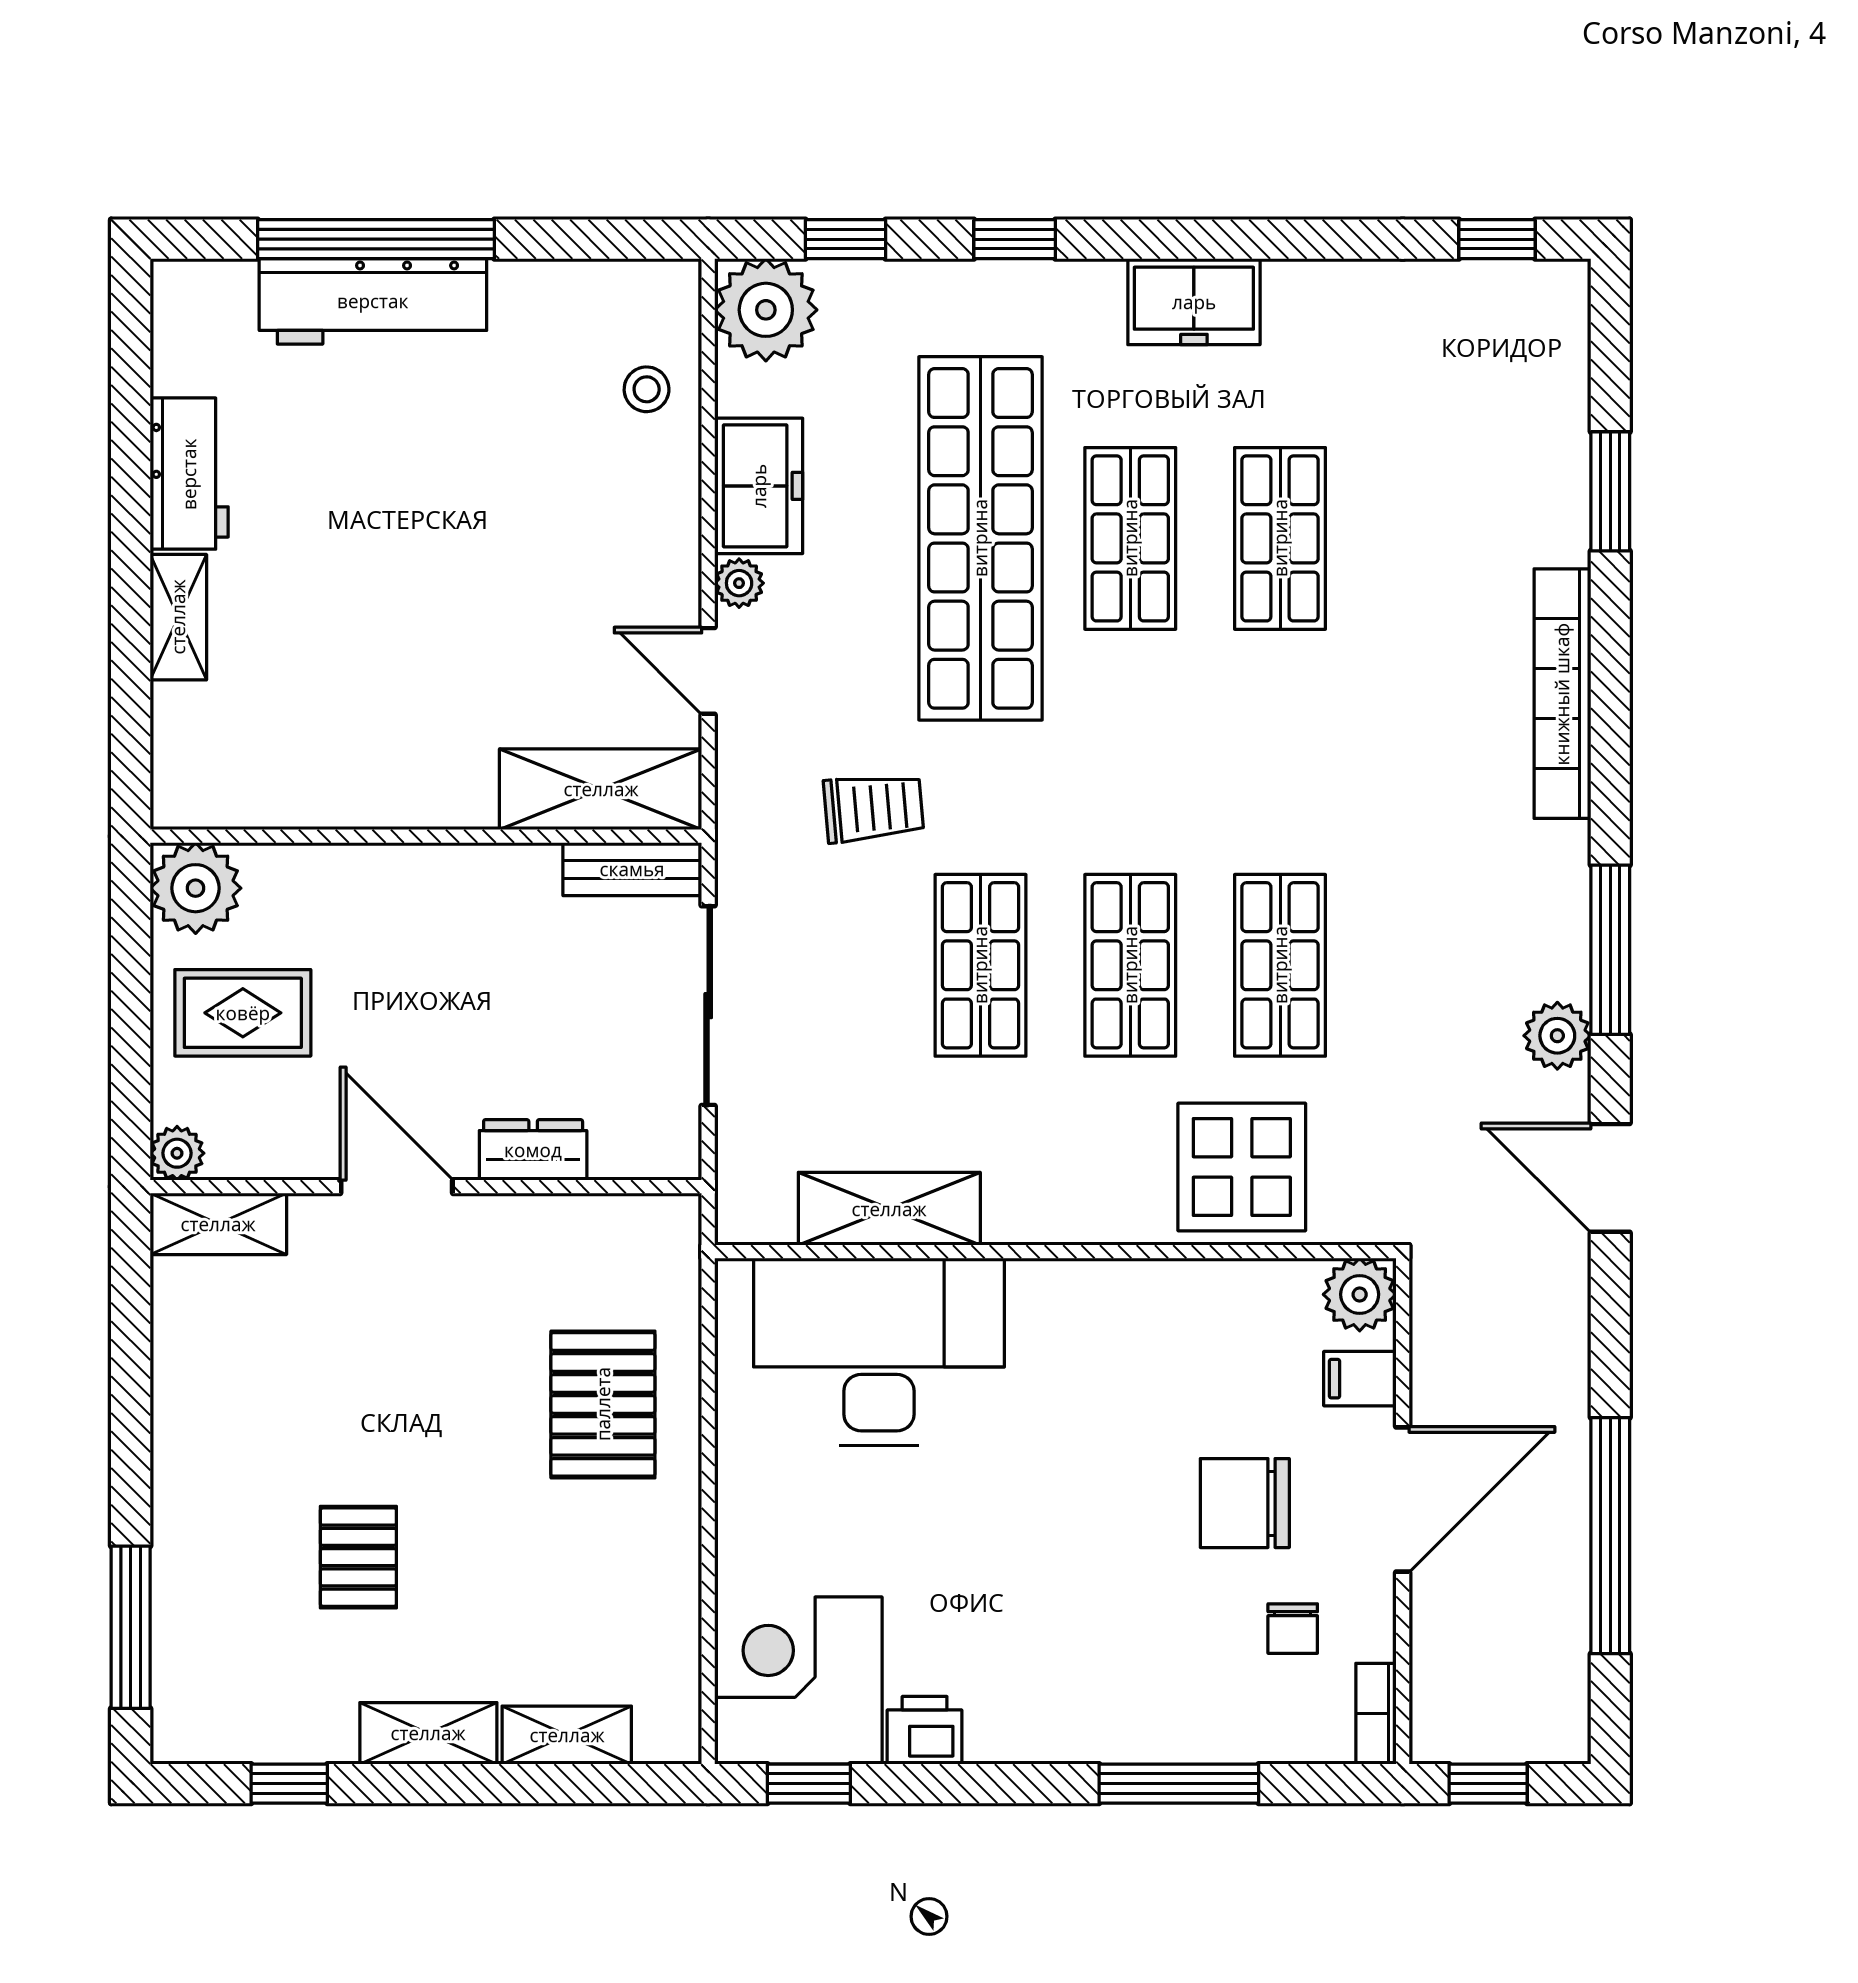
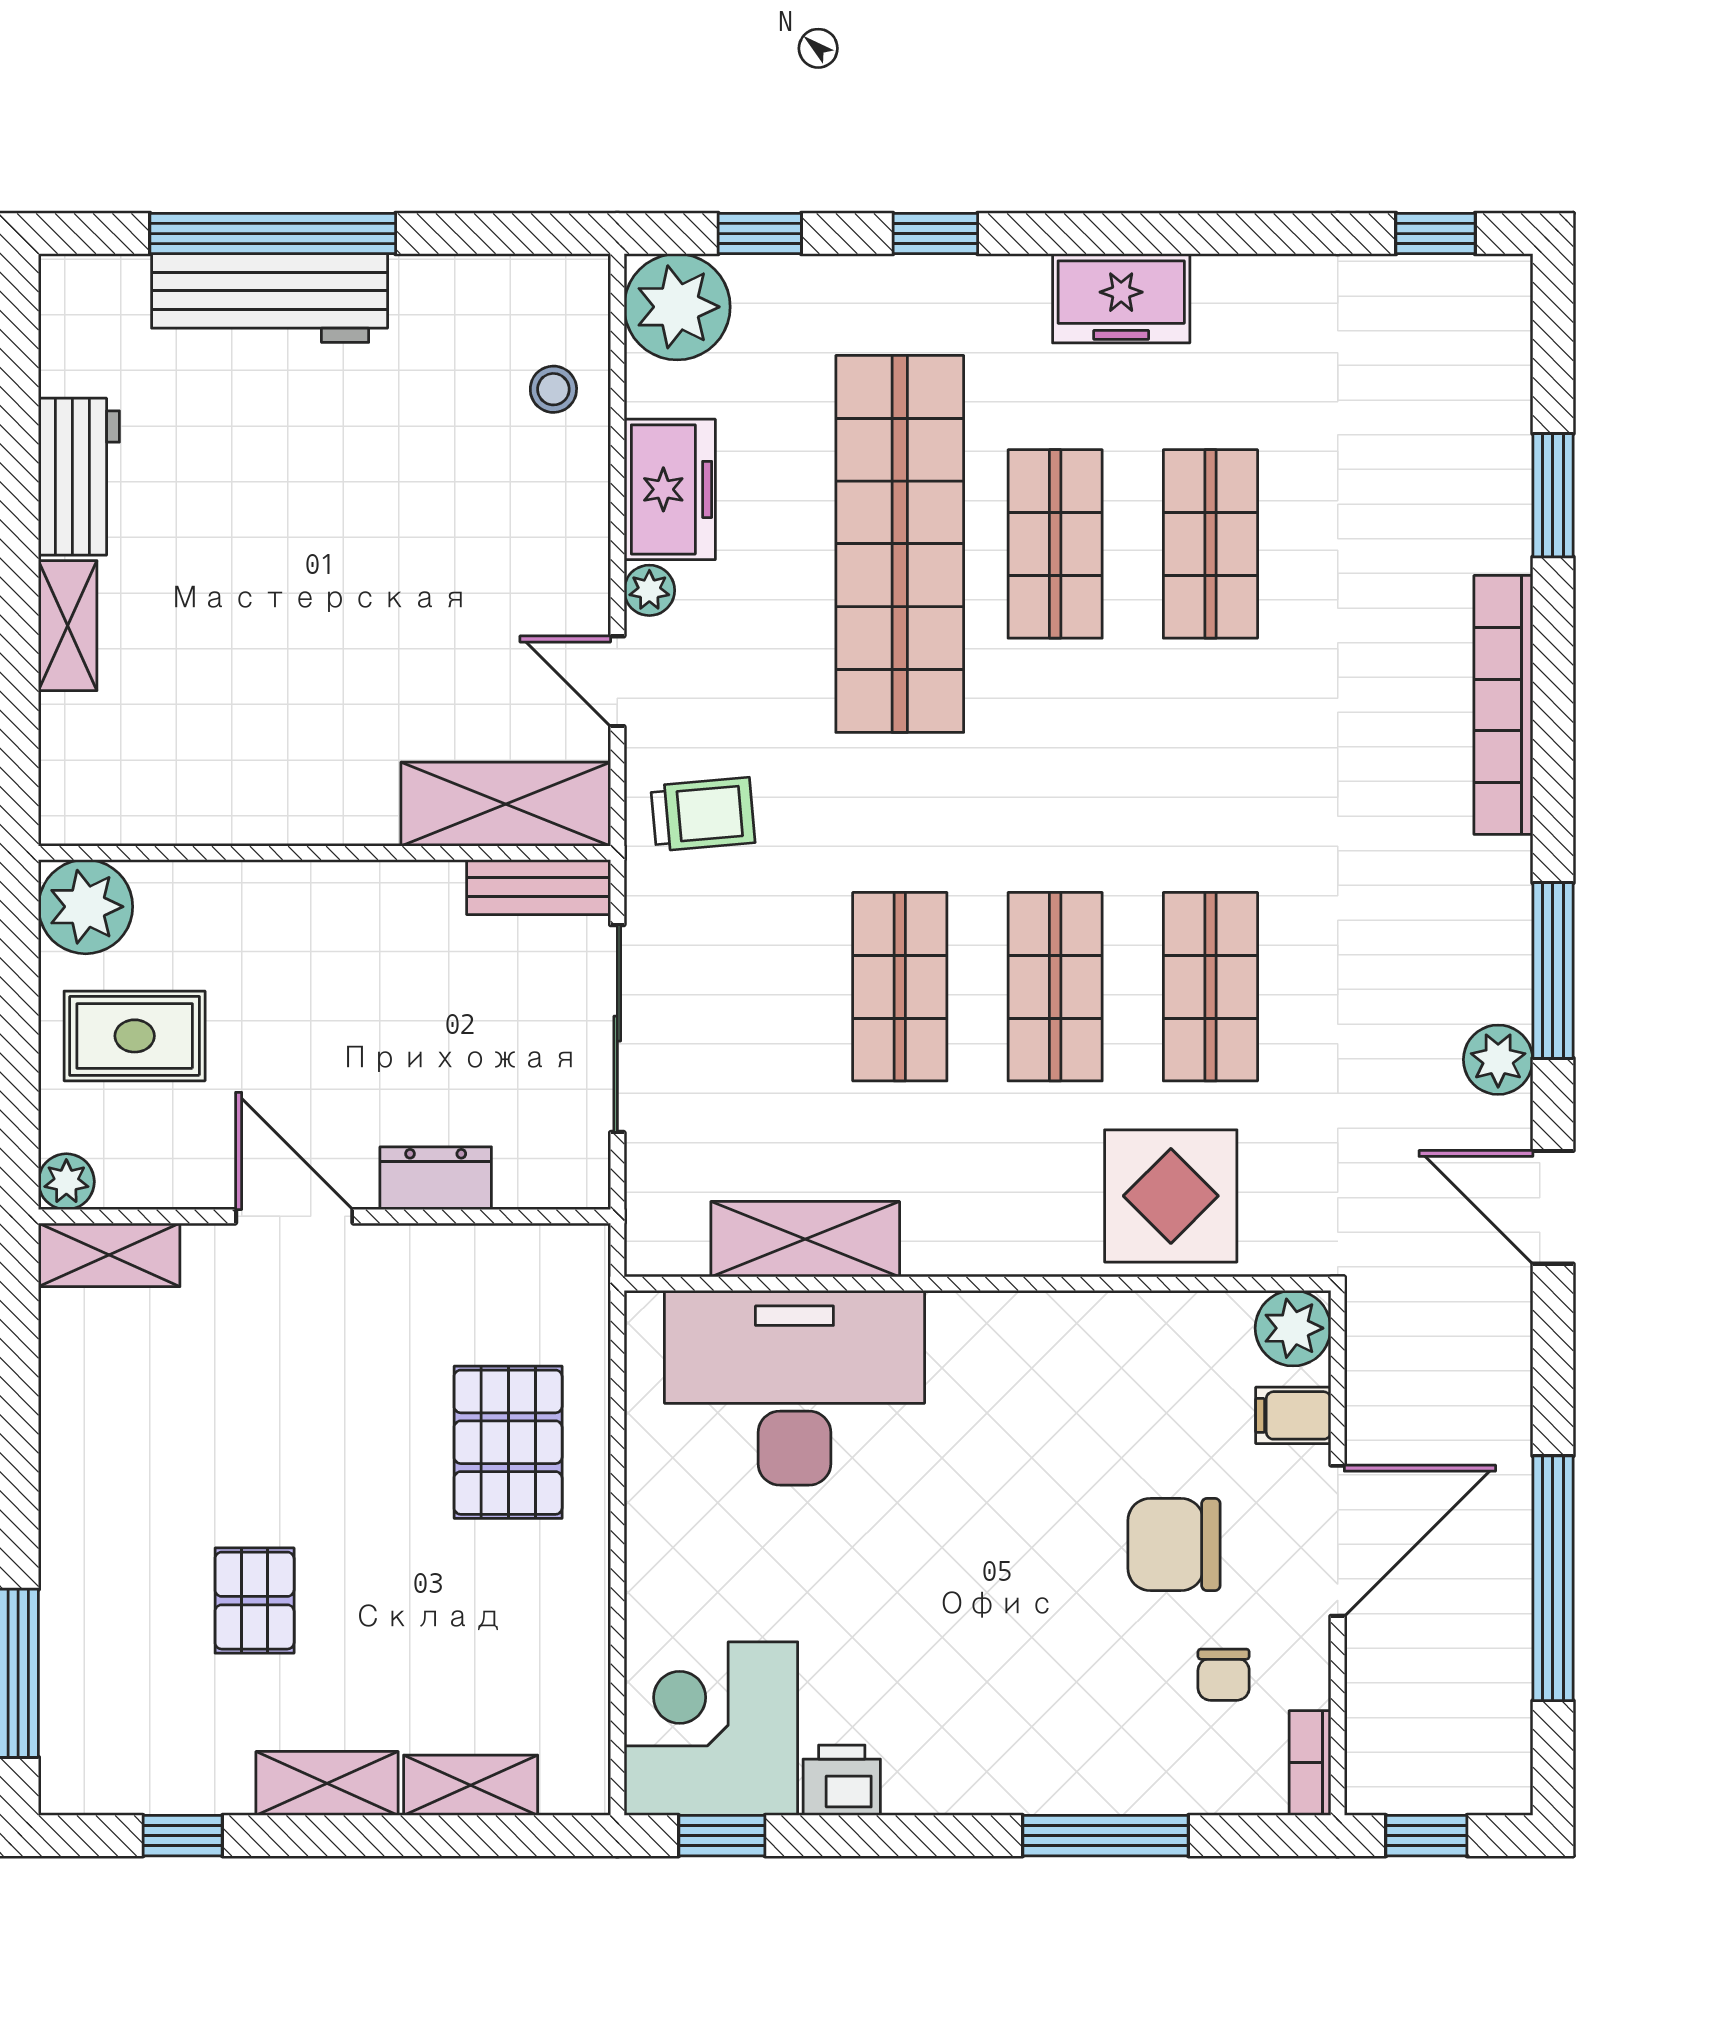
trolley: (874, 808) -> (703, 814), moved

